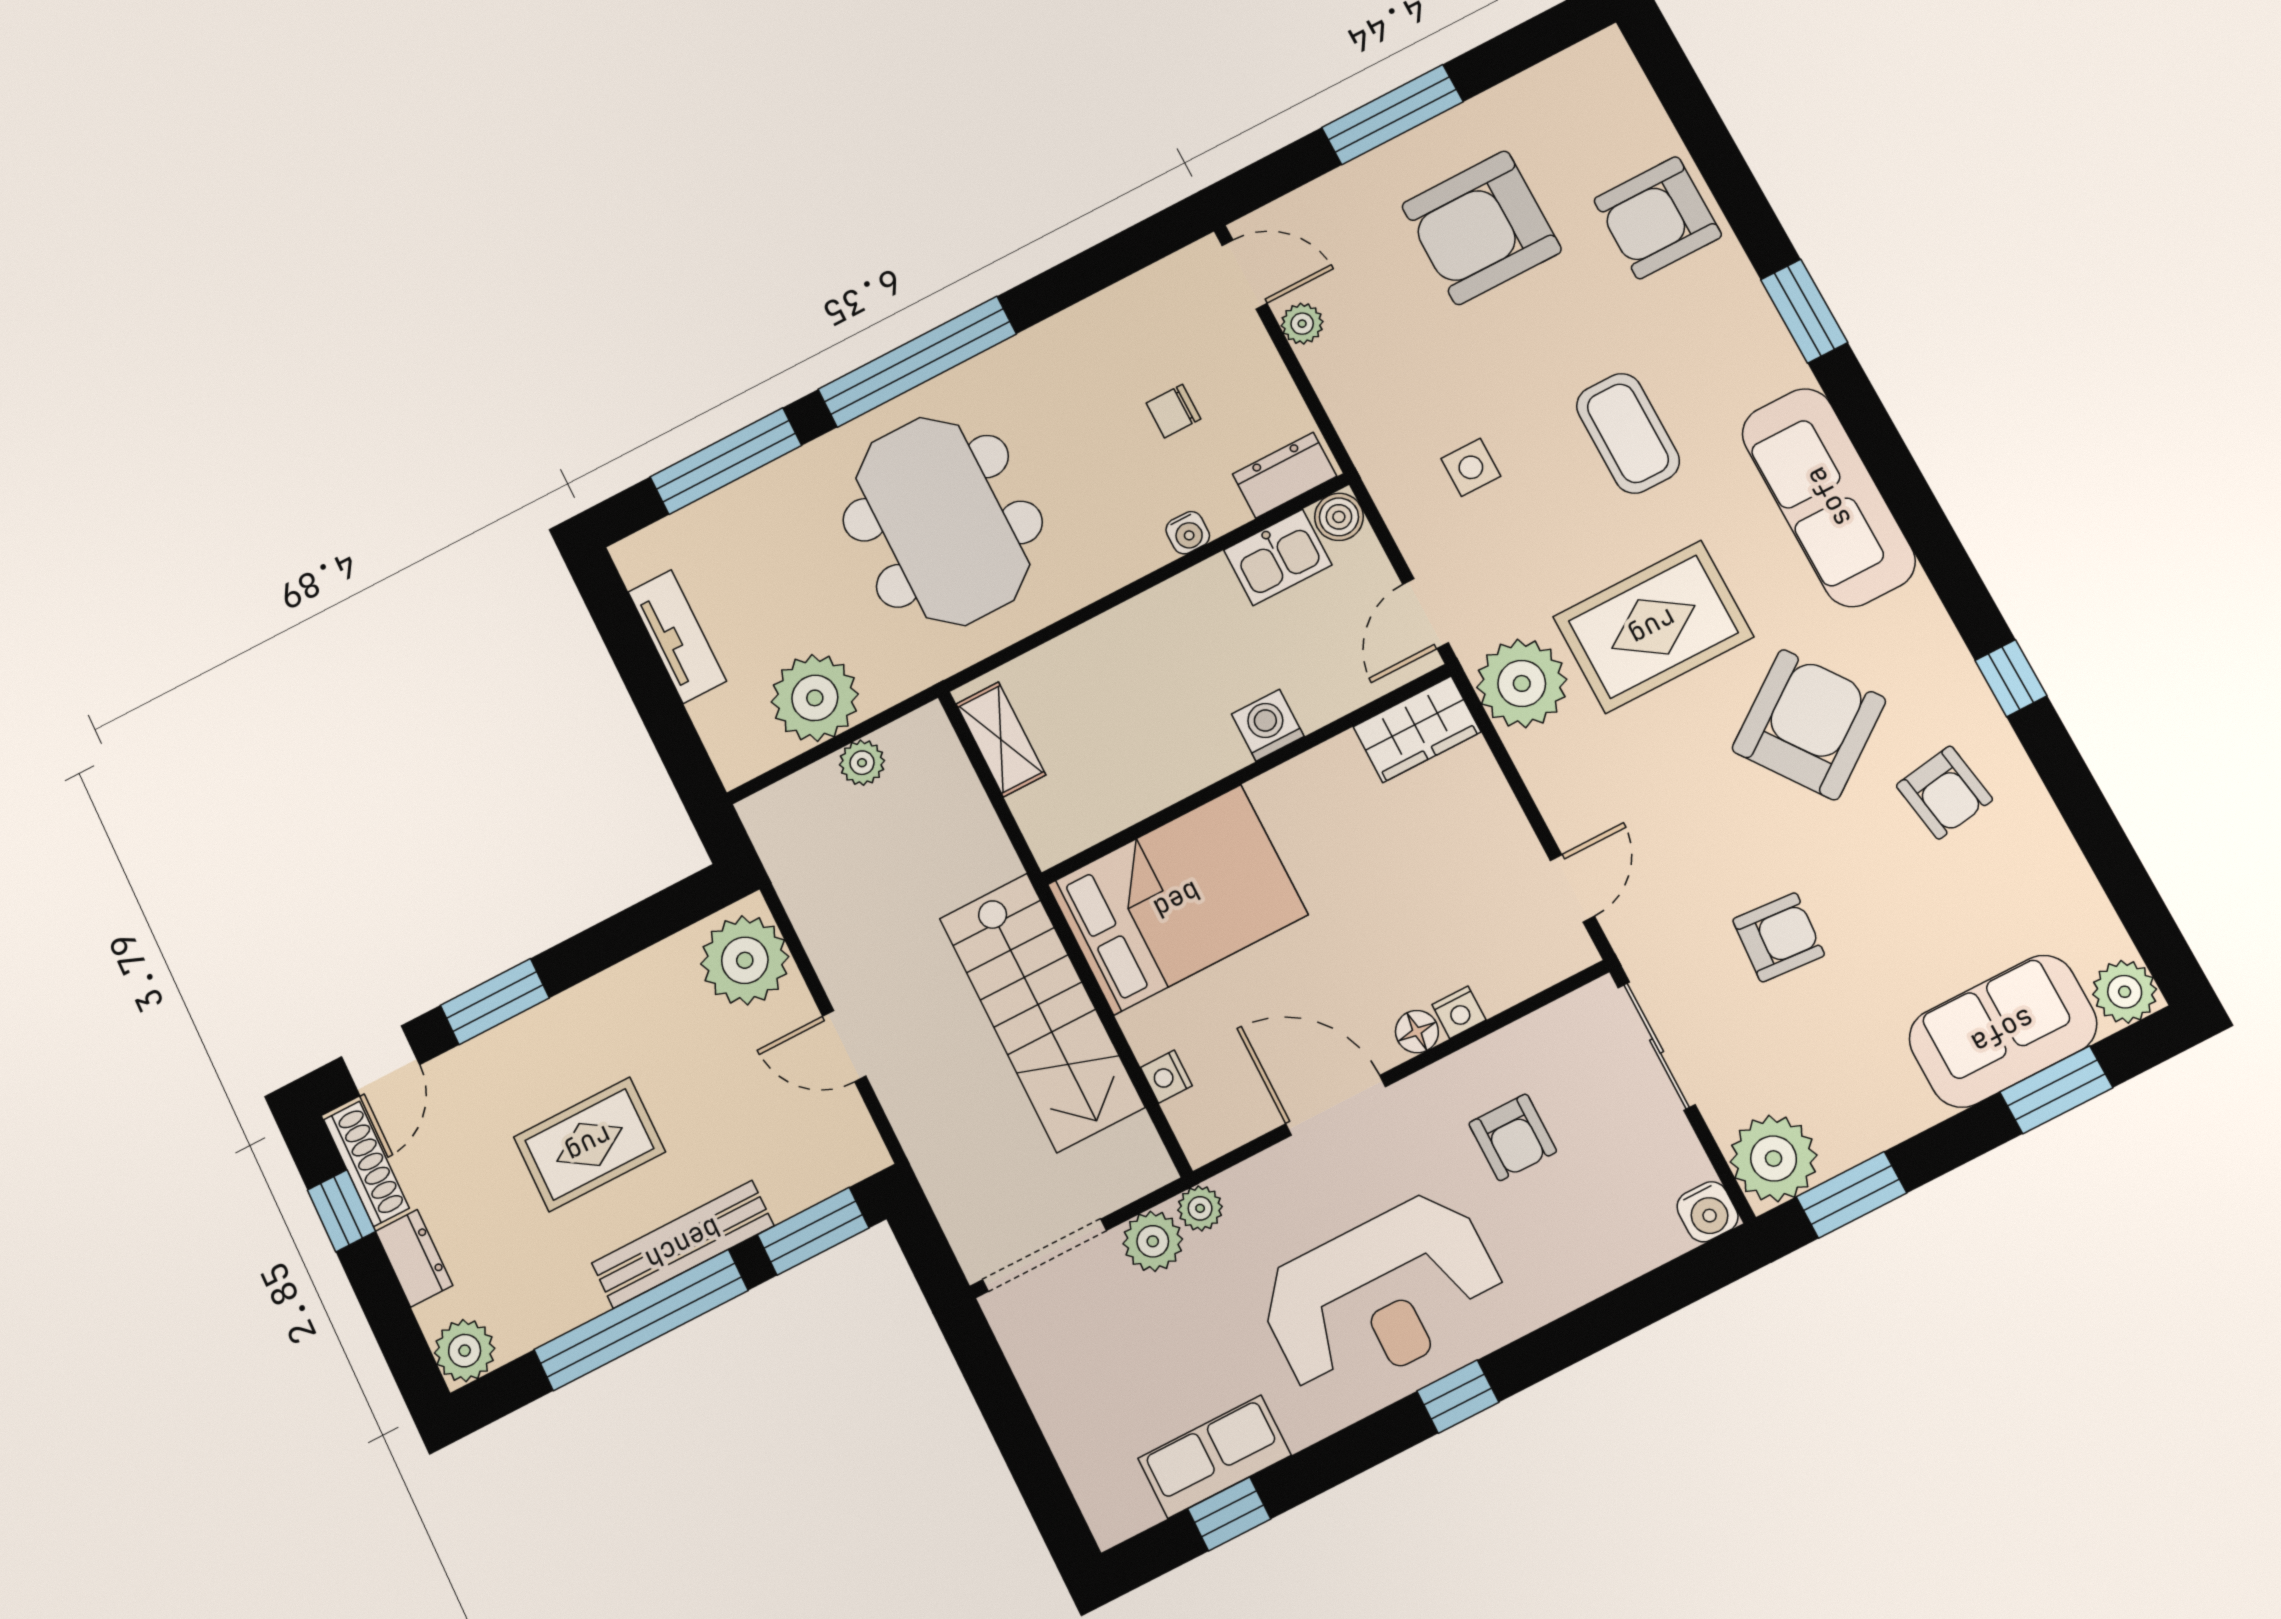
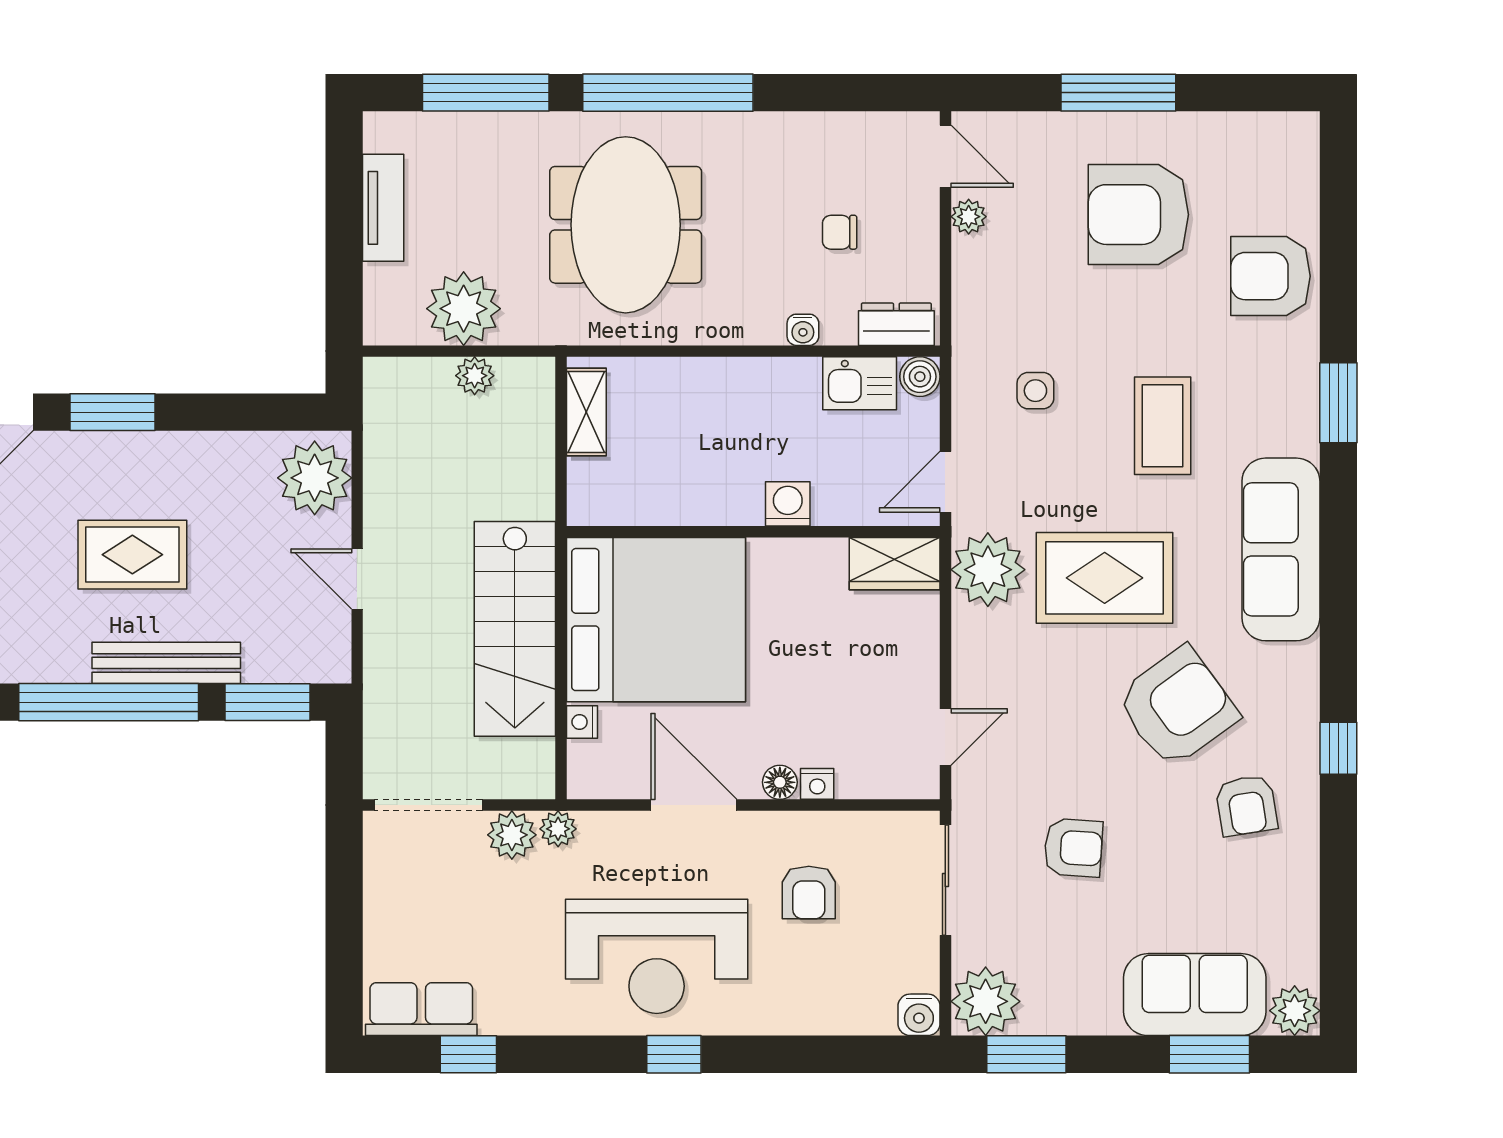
bed: (1177, 900) -> (656, 620), width x1.36
row of seats: (1214, 1457) -> (421, 1009), moved

